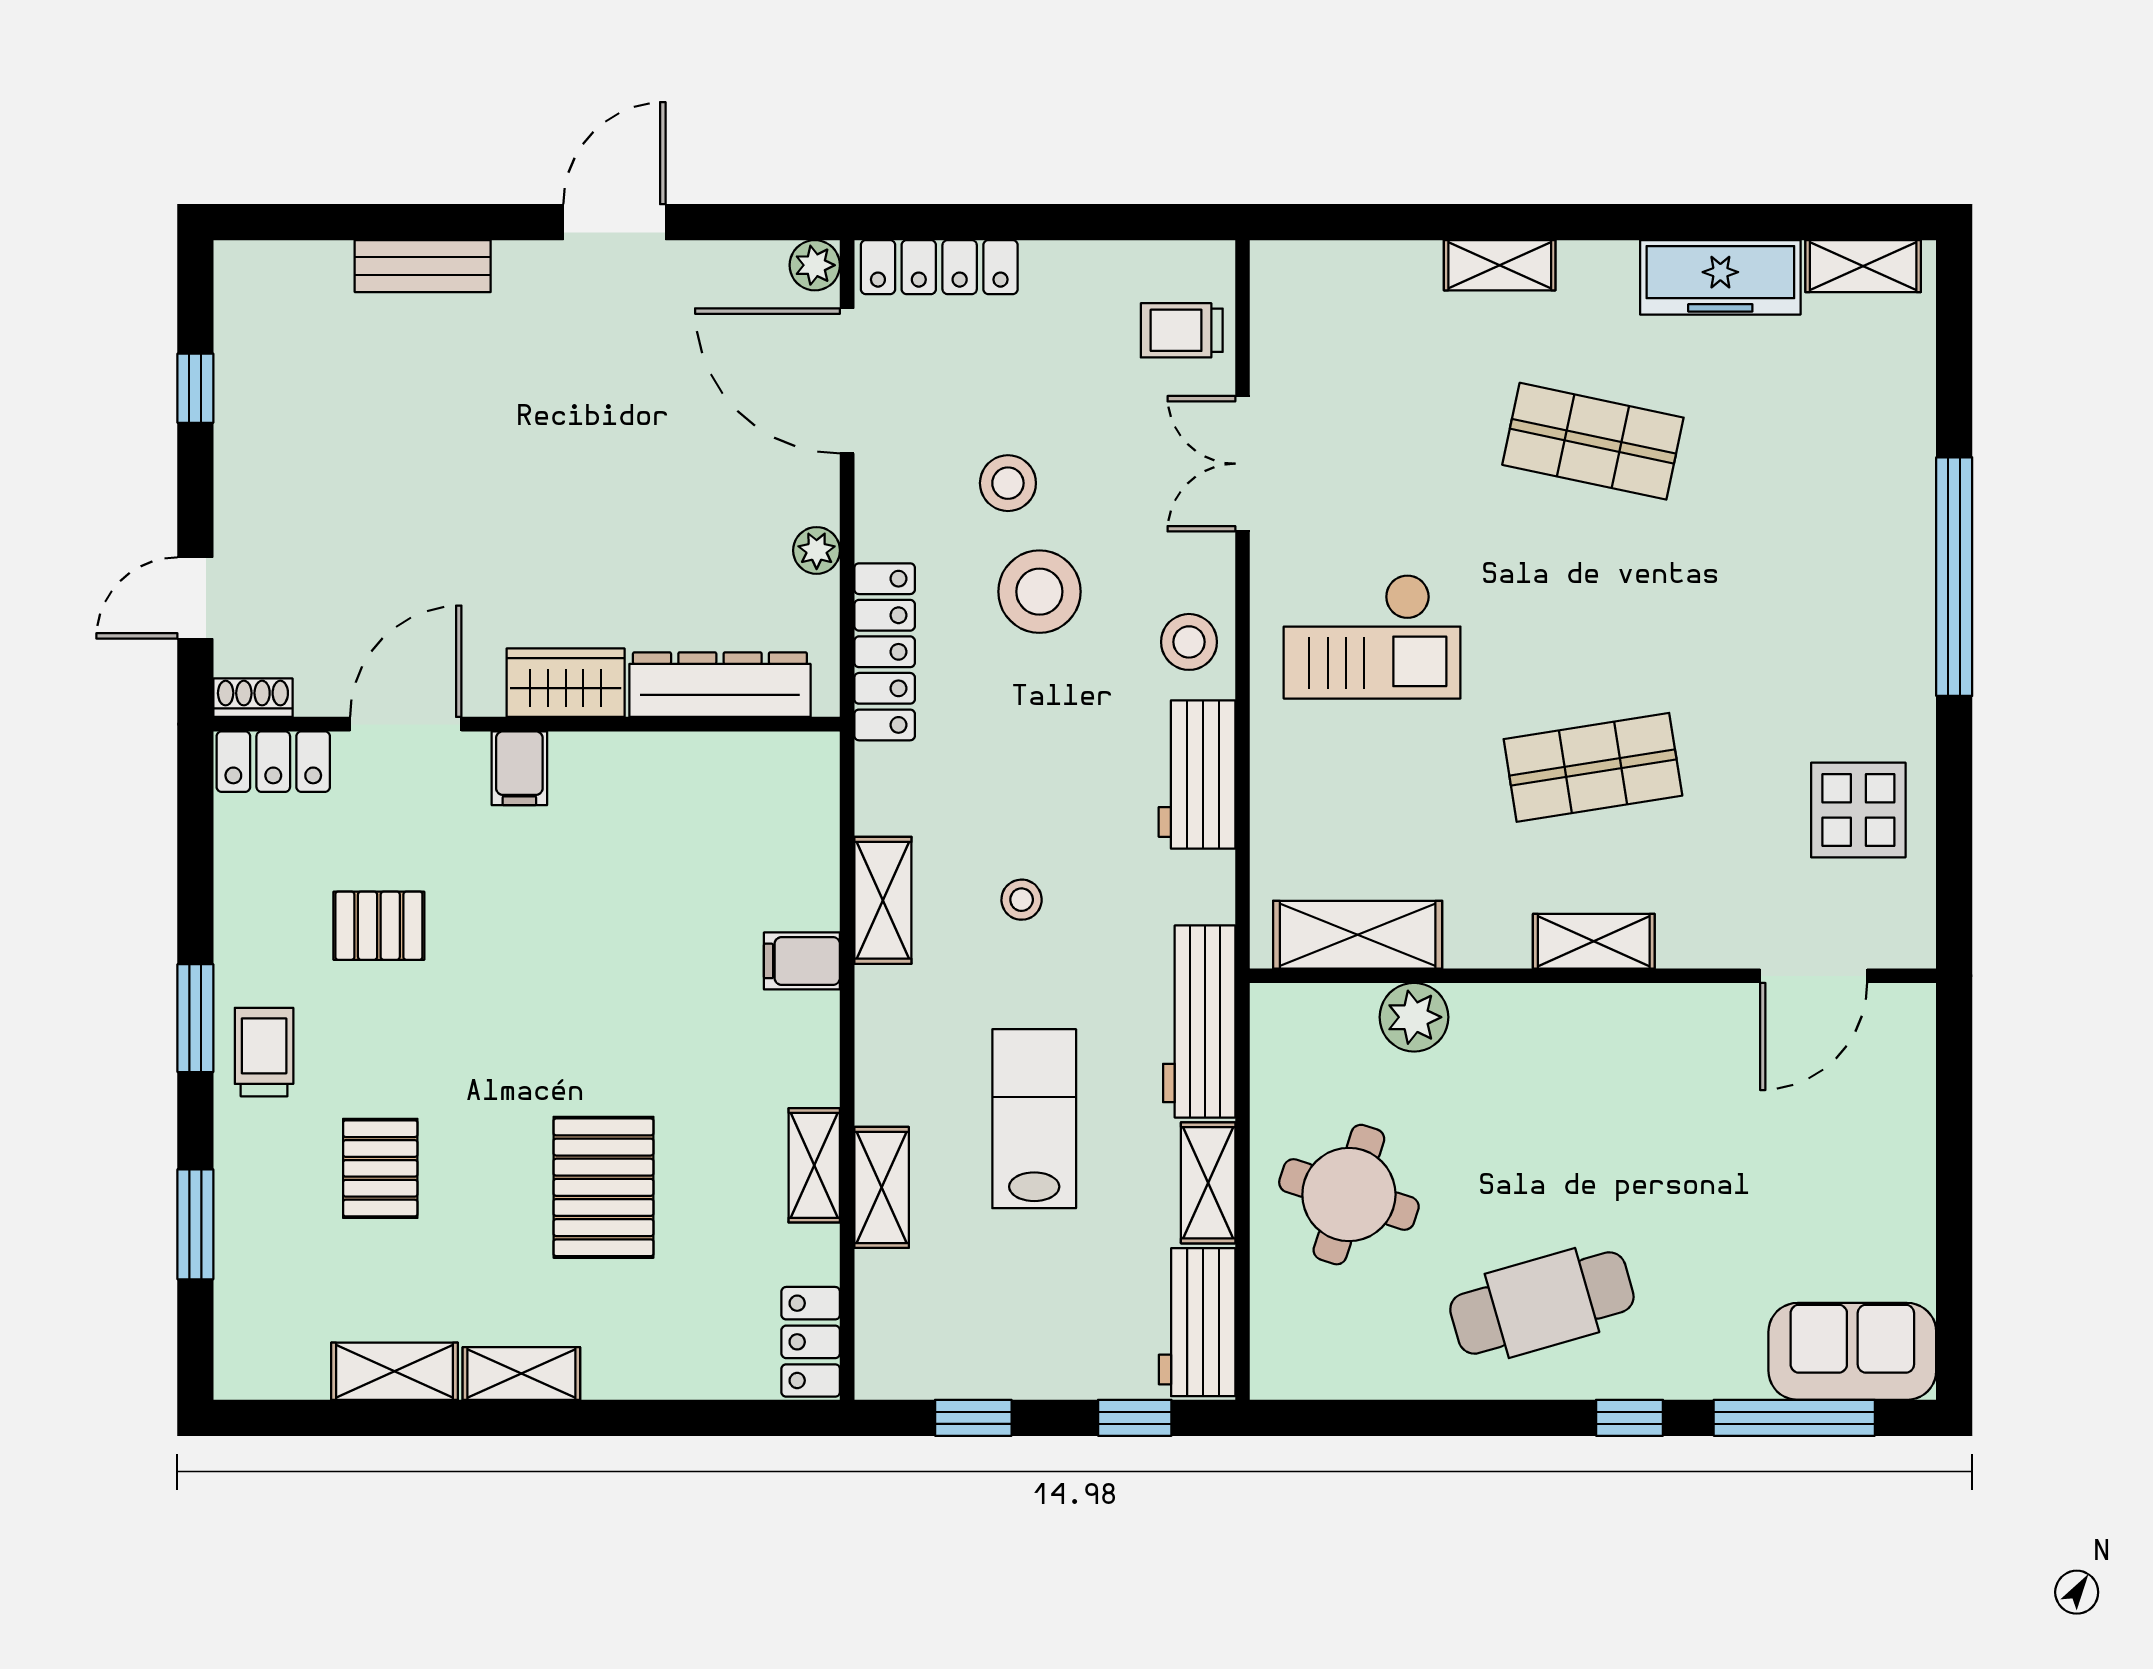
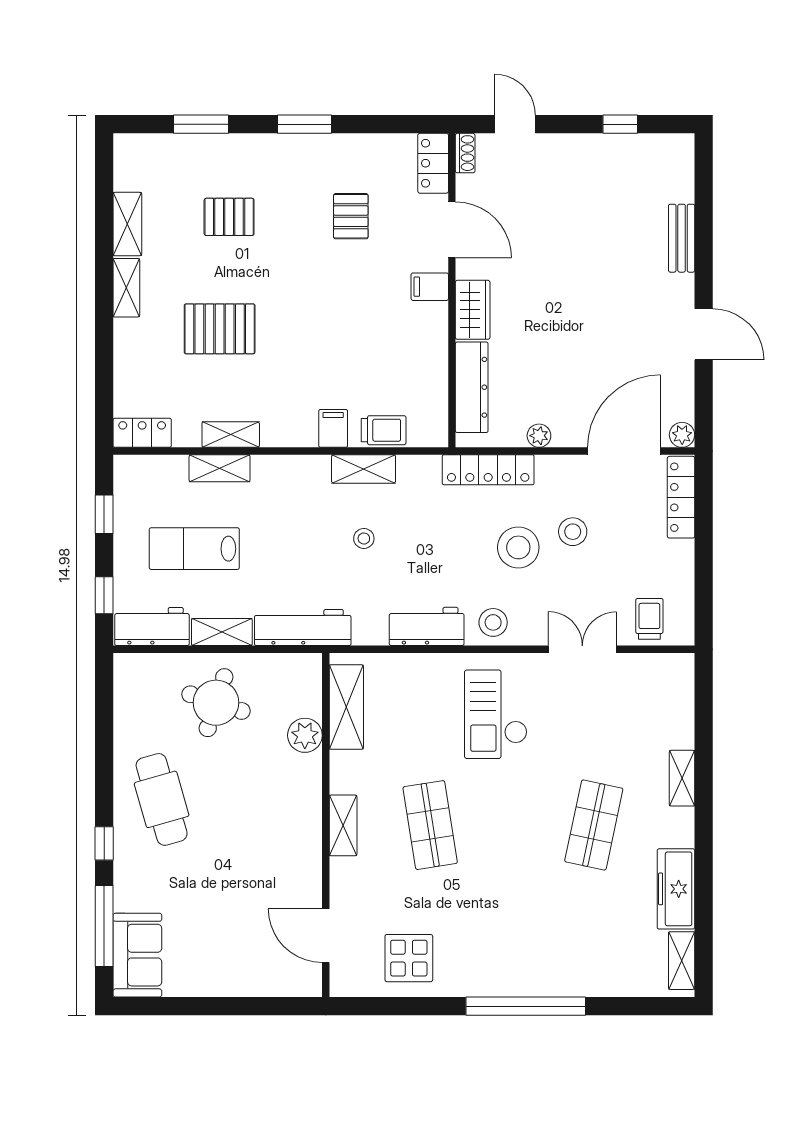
trolley: (264, 1052) -> (384, 430), moved
lab bench: (1034, 1119) -> (194, 549), moved, turned 180

